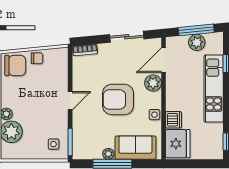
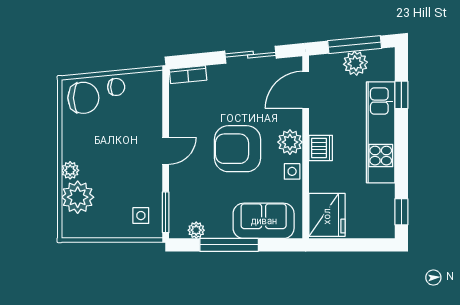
plant: (153, 83) -> (290, 142), moved
dishwasher: (174, 120) -> (321, 148), moved
plant: (108, 154) -> (196, 230), moved

